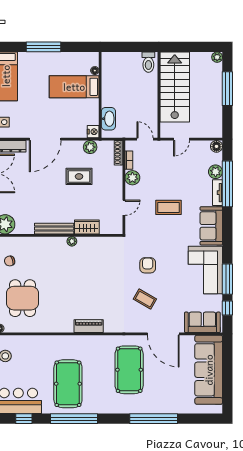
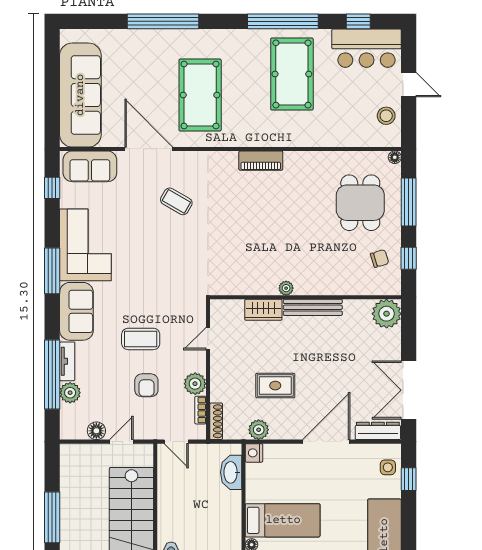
floor lamp: (216, 146) -> (96, 431), moved
armchair: (148, 265) -> (146, 385), moved
window: (227, 279) -> (52, 271), moved

